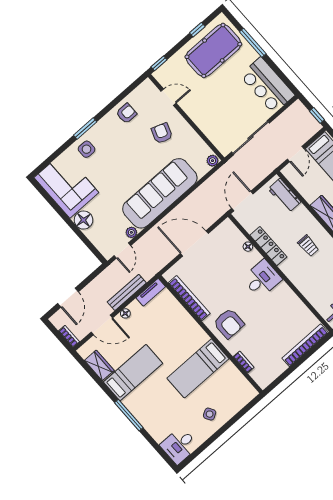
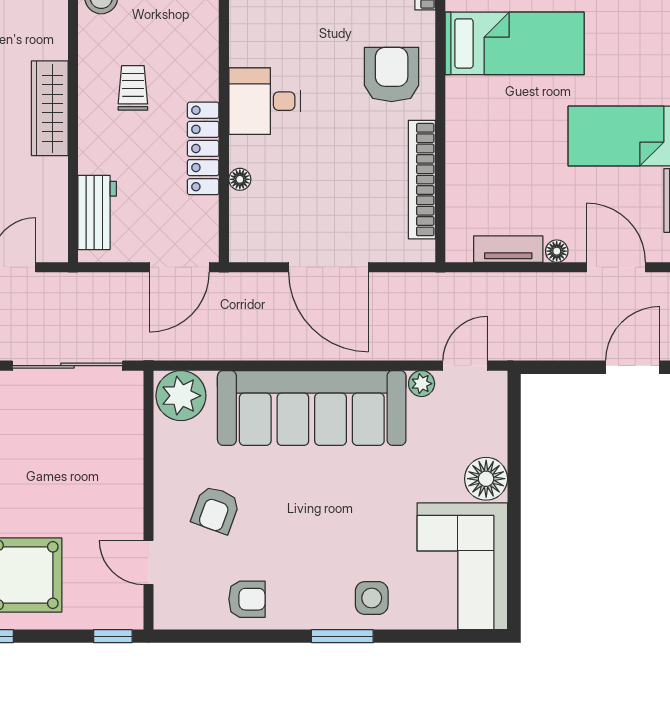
armchair: (126, 113) -> (247, 599), turned 180
plant: (213, 161) -> (181, 396), width x1.87, depth x1.87
bench: (127, 292) -> (522, 286), removed
tv unit: (151, 292) -> (508, 249), moved

